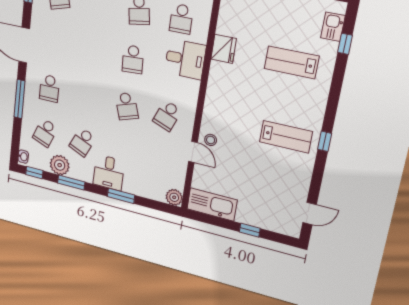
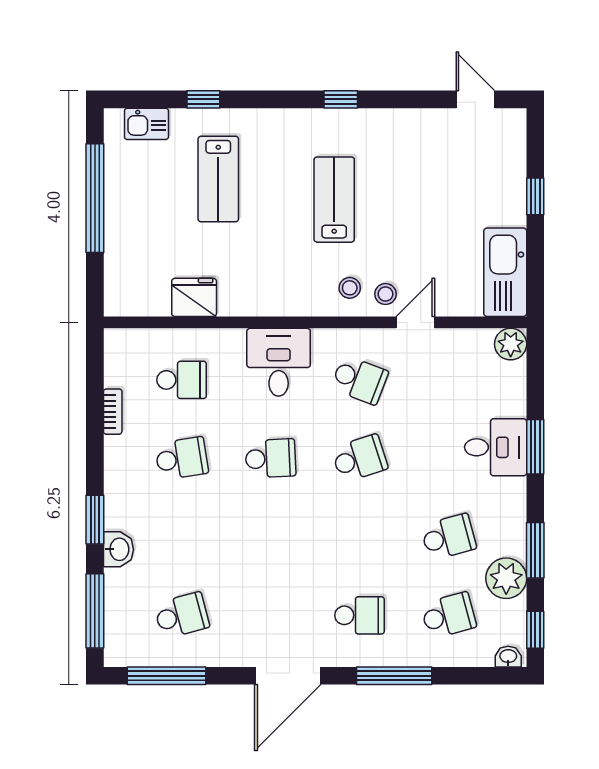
window: (345, 44) -> (203, 99), moved
fridge: (224, 49) -> (194, 297), moved
desk: (185, 59) -> (279, 362), moved
stool: (217, 122) -> (350, 288), added
school desk: (45, 133) -> (448, 615), turned -36
lab bench: (286, 137) -> (334, 200), moved
school desk: (82, 142) -> (448, 537), turned -39
desk: (109, 173) -> (496, 447), moved

